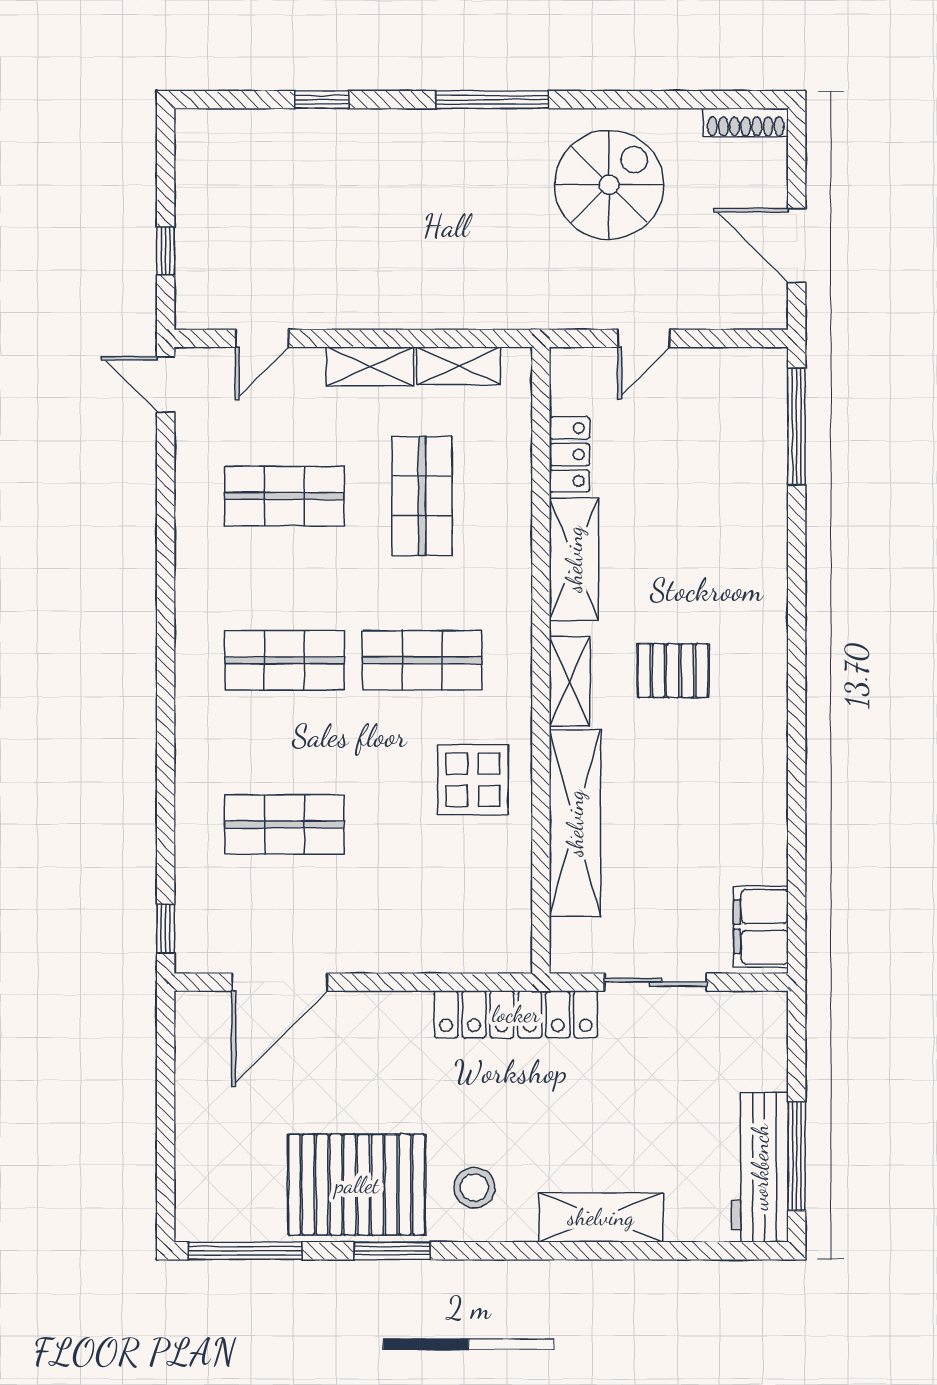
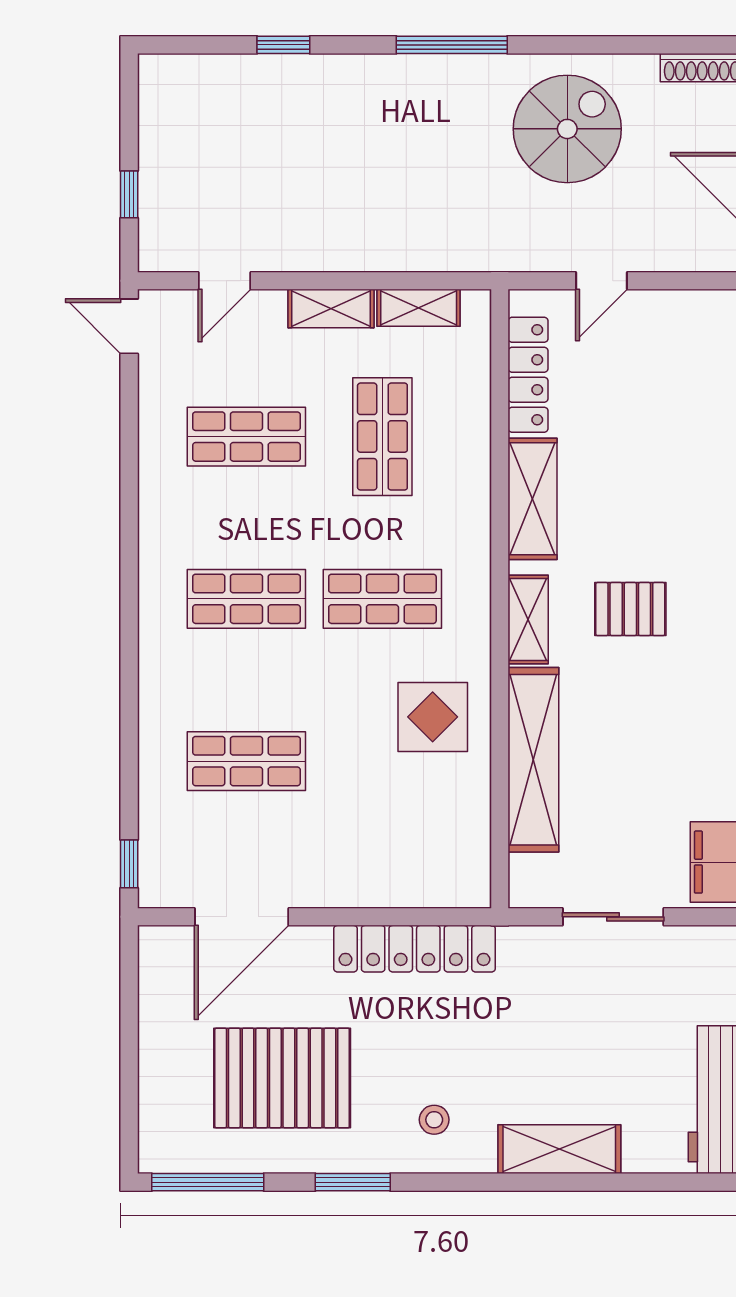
locker: (569, 454) -> (528, 375), width x1.53
locker: (516, 1014) -> (415, 949), moved
pallet: (357, 1185) -> (282, 1078), moved
stool: (474, 1188) -> (434, 1120), width x0.73, depth x0.73

